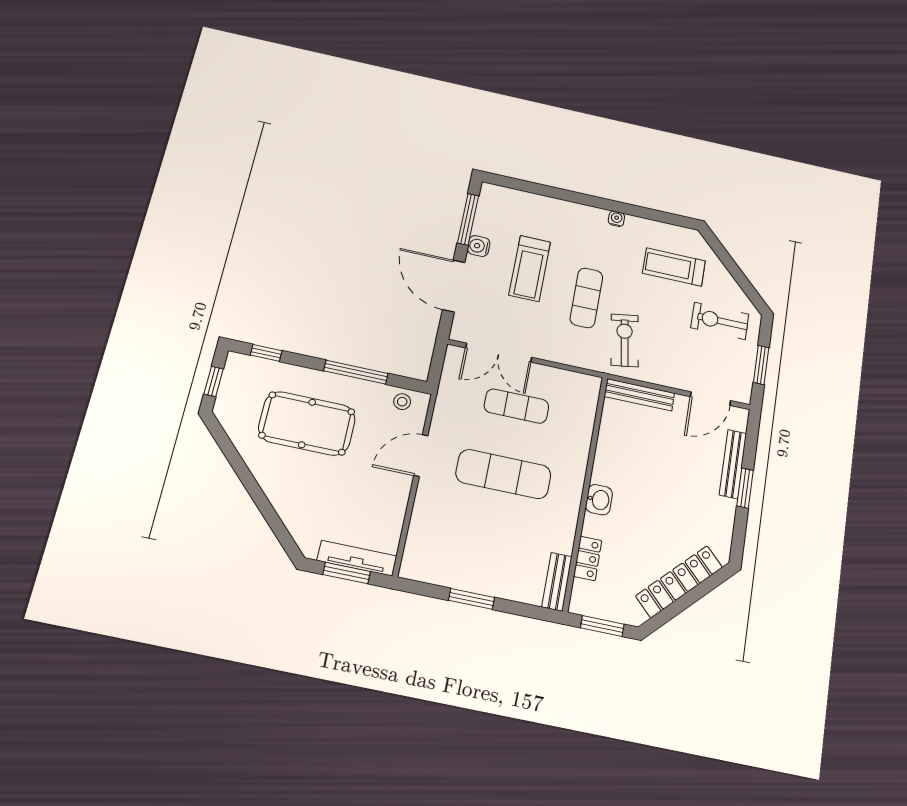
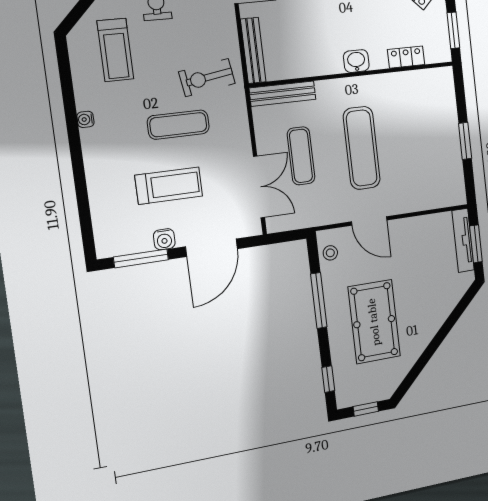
bench: (557, 582) -> (283, 94), moved, width x1.36

